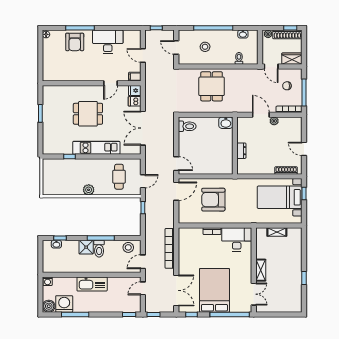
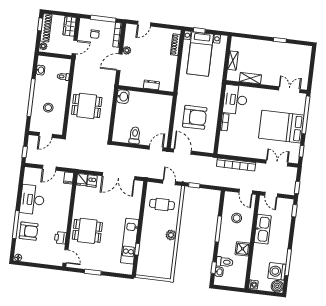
printer: (72, 76) -> (60, 238), added
door: (111, 83) -> (66, 256), moved
dining table: (88, 114) -> (87, 231), moved, turned 90
toilet: (187, 126) -> (135, 135), moved
kitchen unit: (96, 148) -> (130, 241), moved
door: (304, 149) -> (144, 24), moved
armchair: (213, 200) -> (195, 117), turned -90
shower: (86, 247) -> (243, 249), moved
stool: (128, 247) -> (237, 218), moved
toilet: (99, 249) -> (225, 262), moved
shelving: (261, 270) -> (250, 78), moved
kitchen sink: (92, 284) -> (263, 229), moved
double door: (176, 290) -> (277, 163), width x0.73

